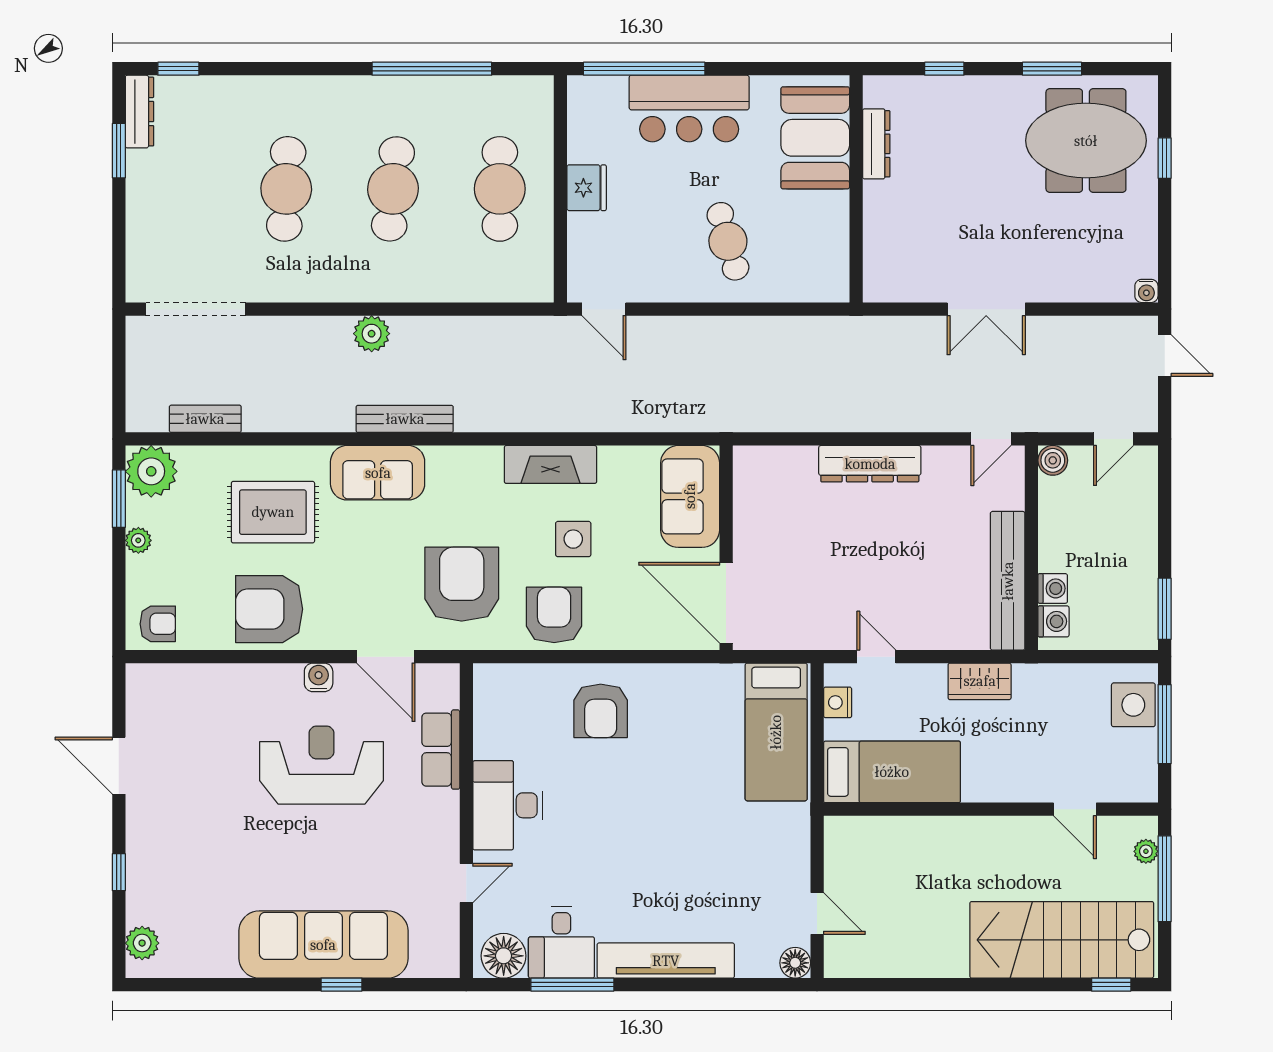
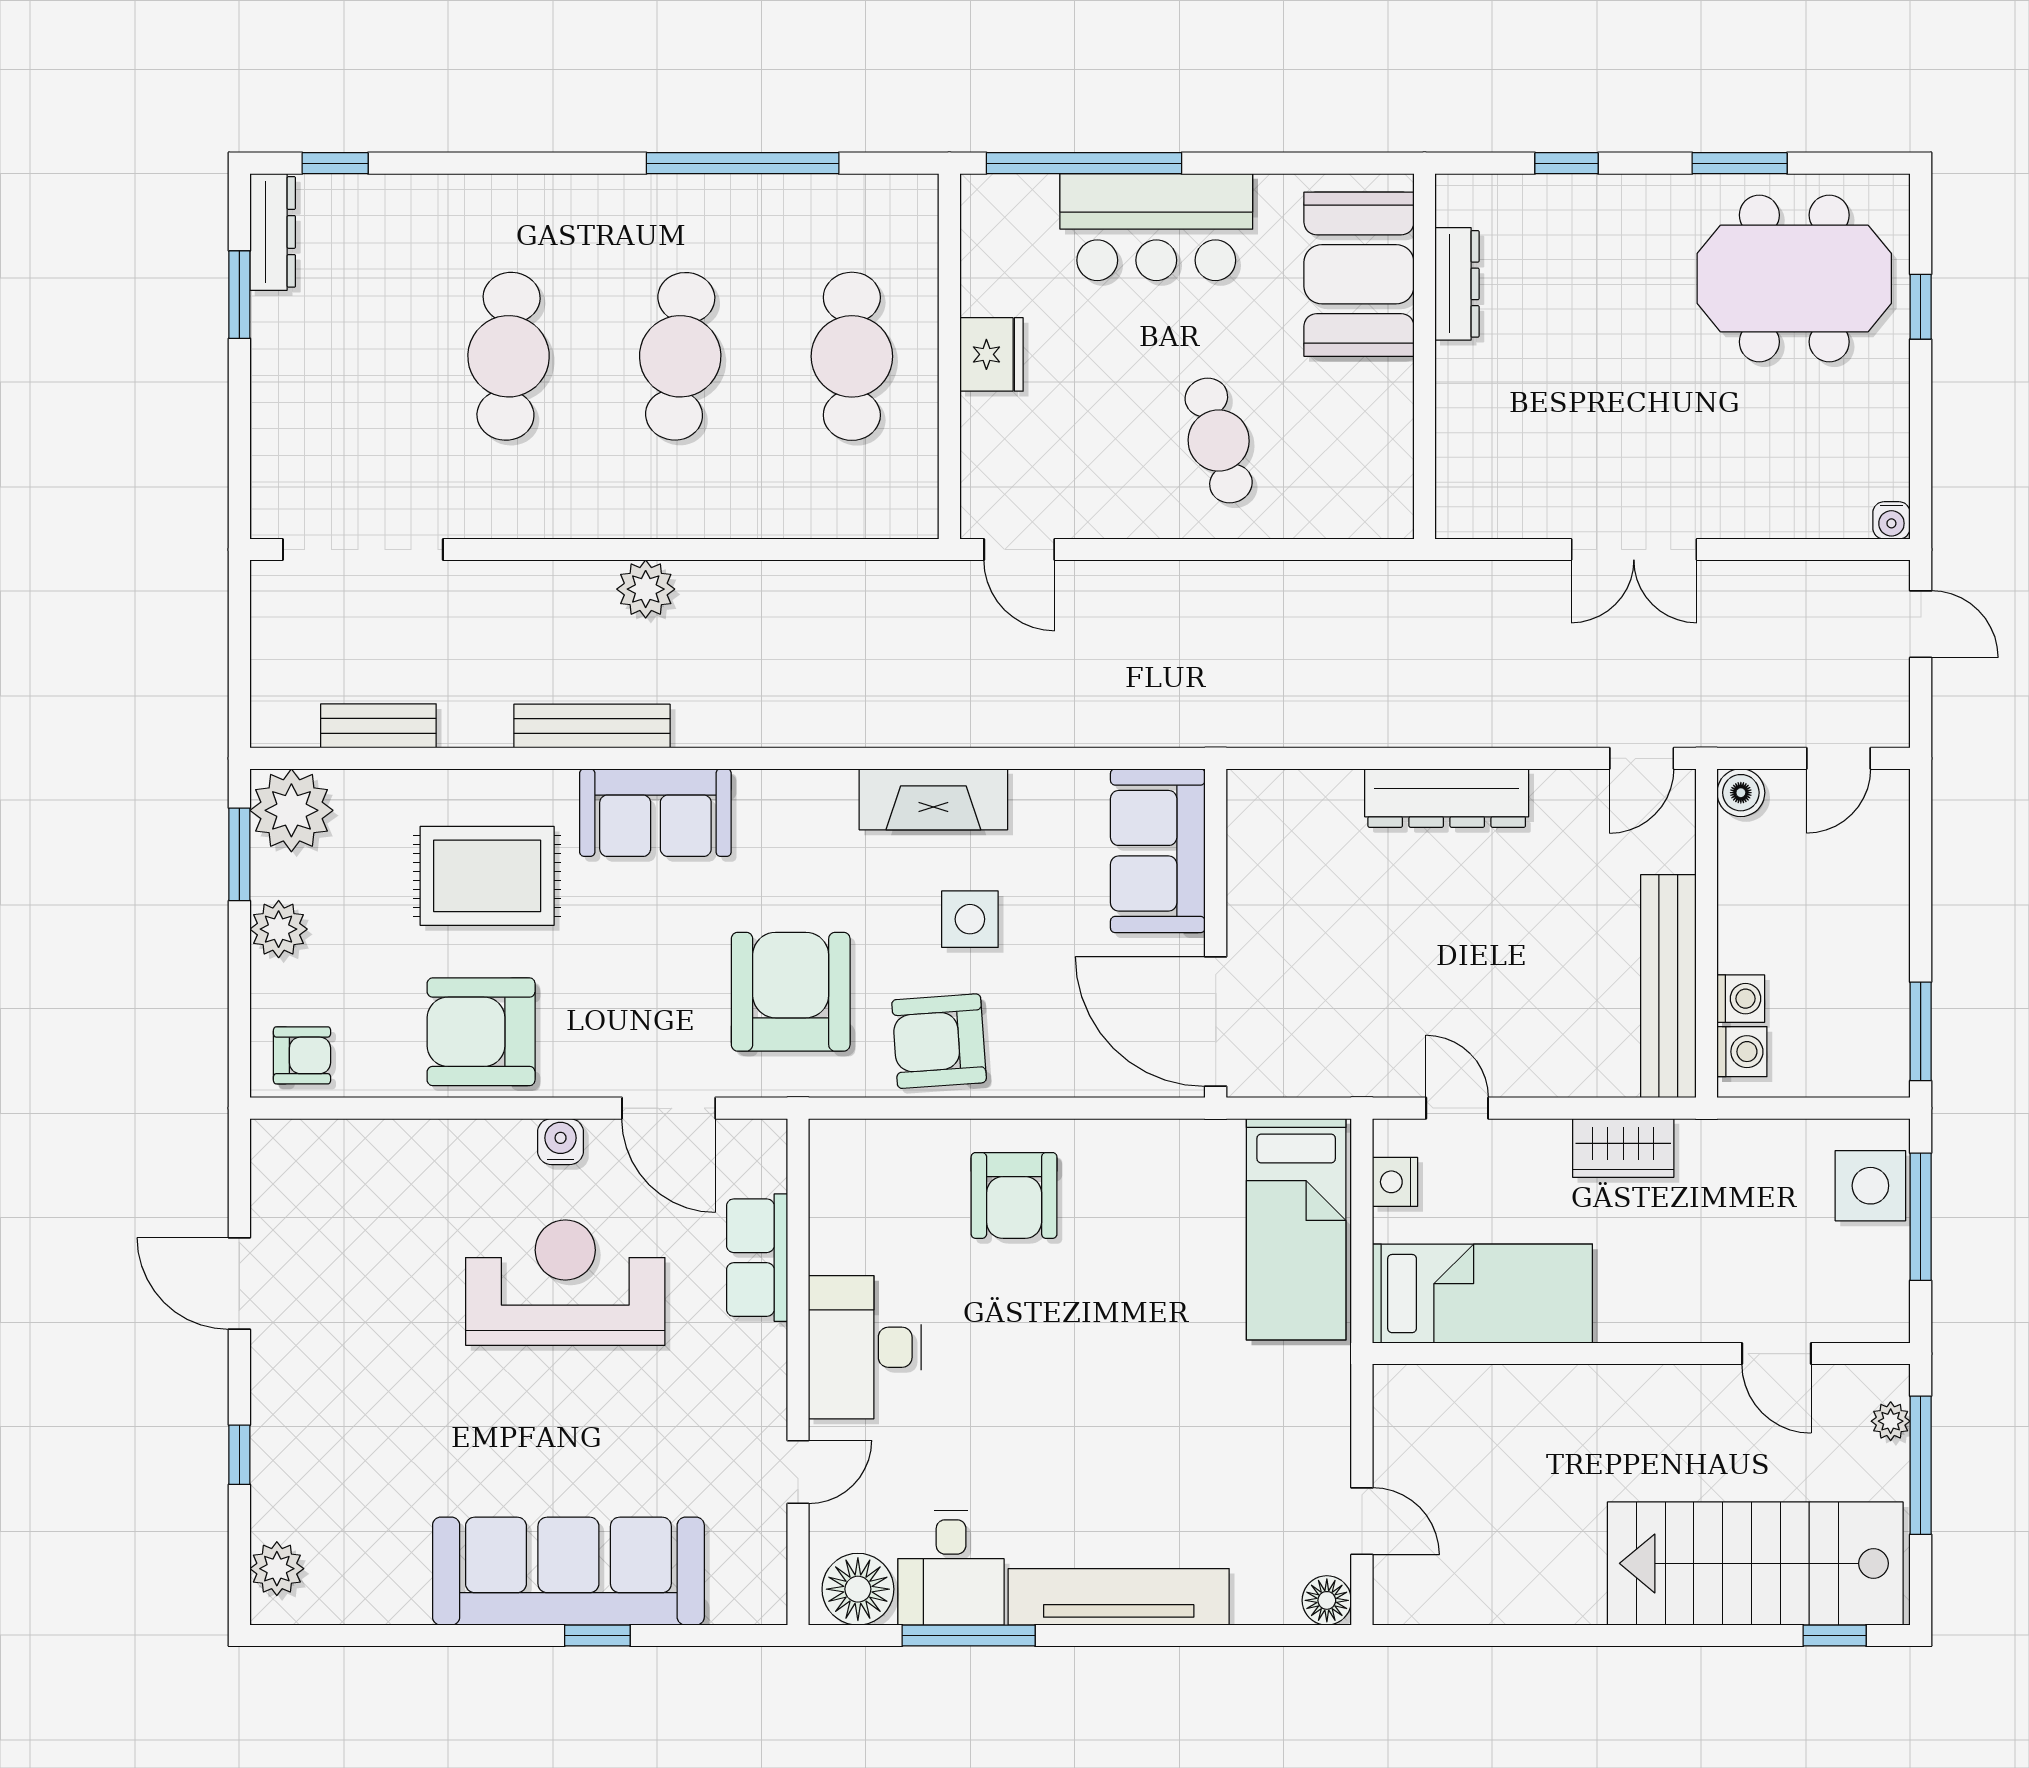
bench: (405, 419) -> (592, 726), moved
plant: (138, 540) -> (279, 929), width x1.38, depth x1.38
armchair: (554, 615) -> (939, 1041), turned -94

